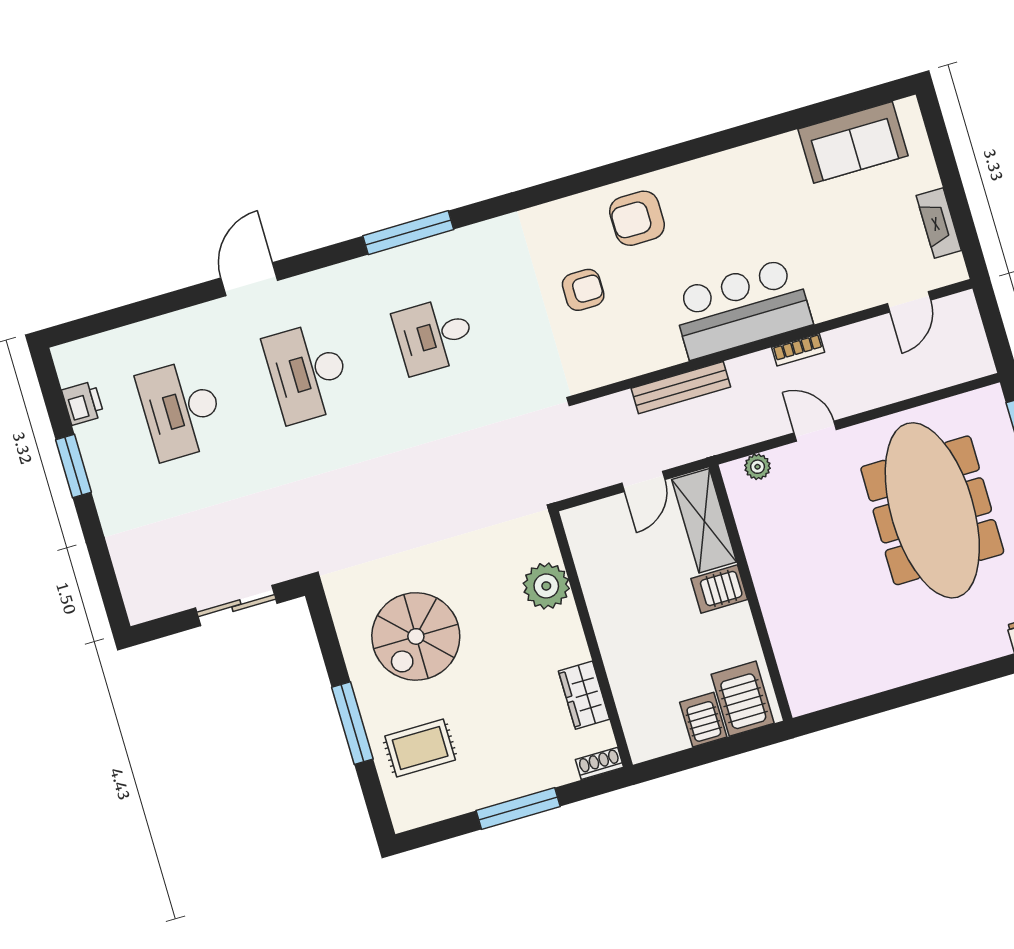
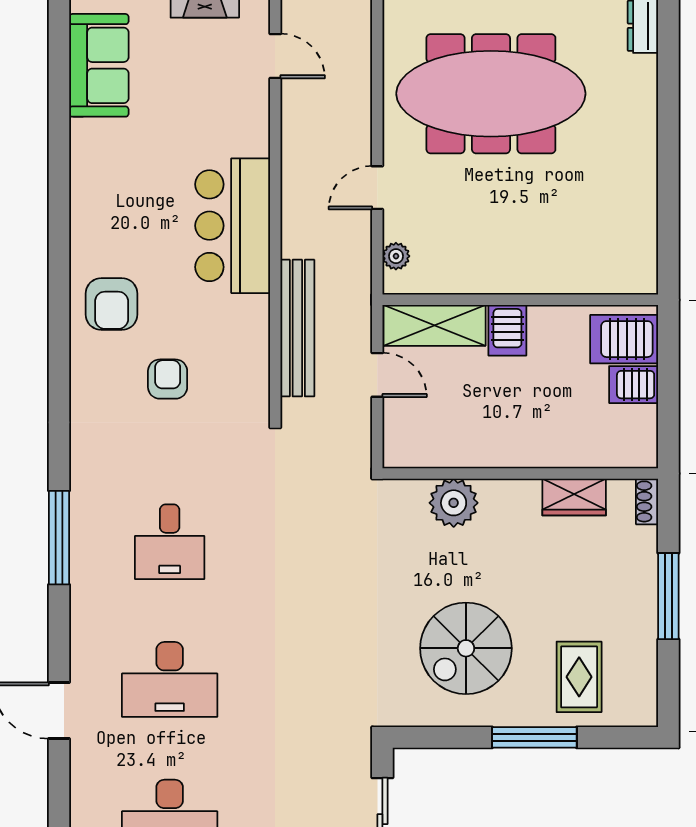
bookcase: (798, 350) -> (291, 181), removed
bench: (681, 388) -> (297, 328), width x1.37, depth x1.21
spiral stairs: (416, 636) -> (466, 648), turned 90

